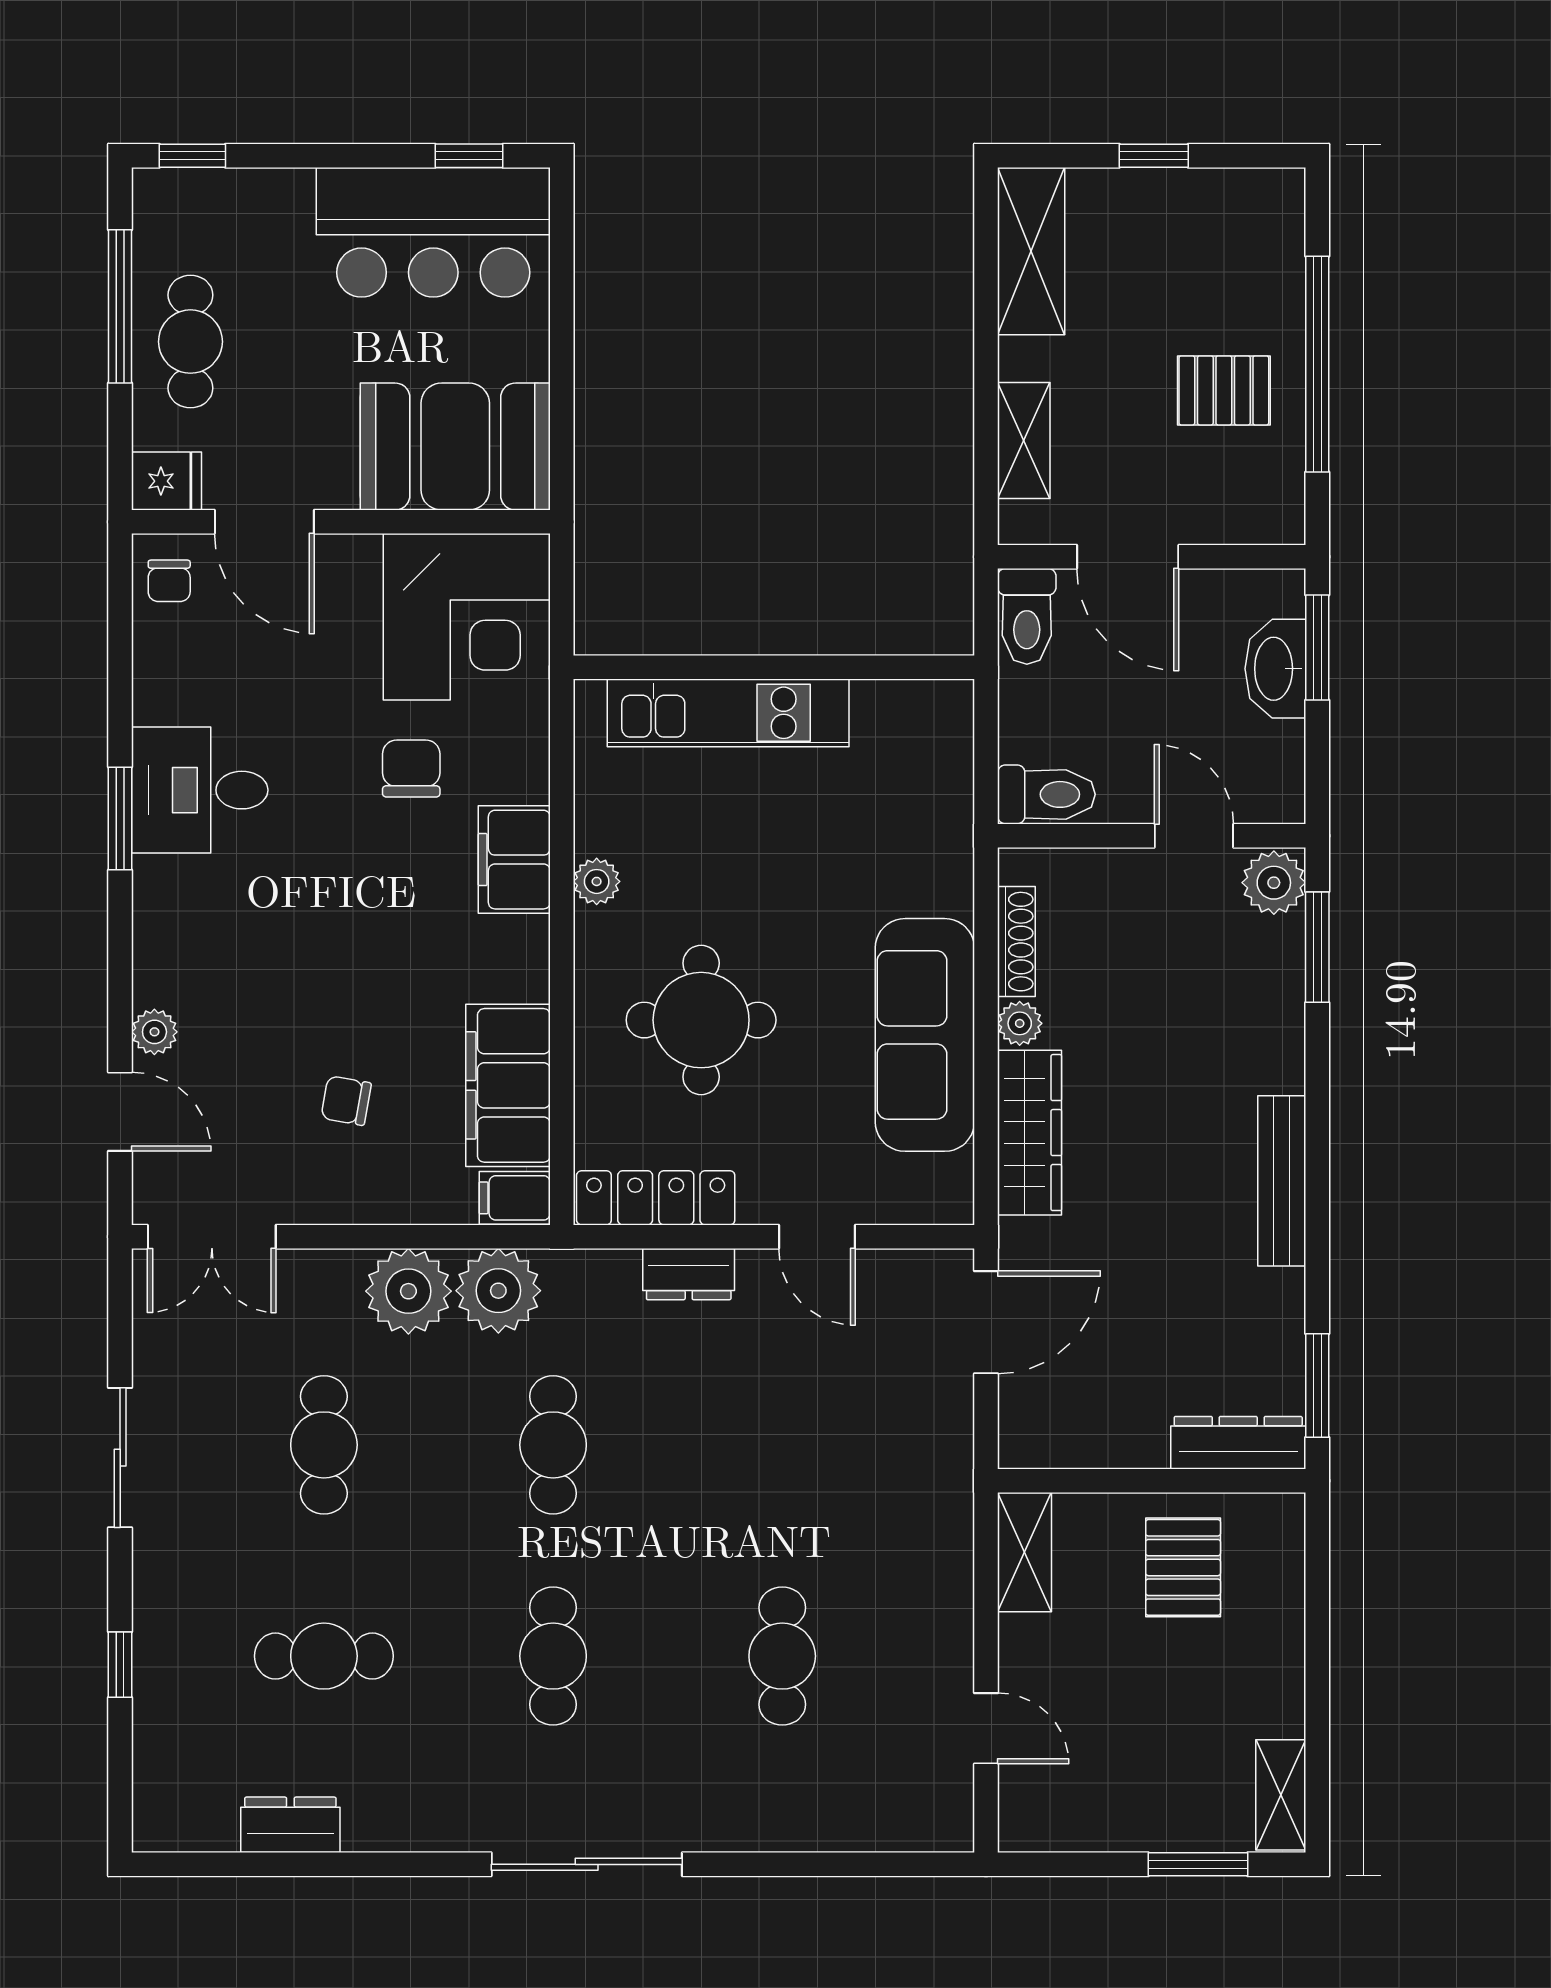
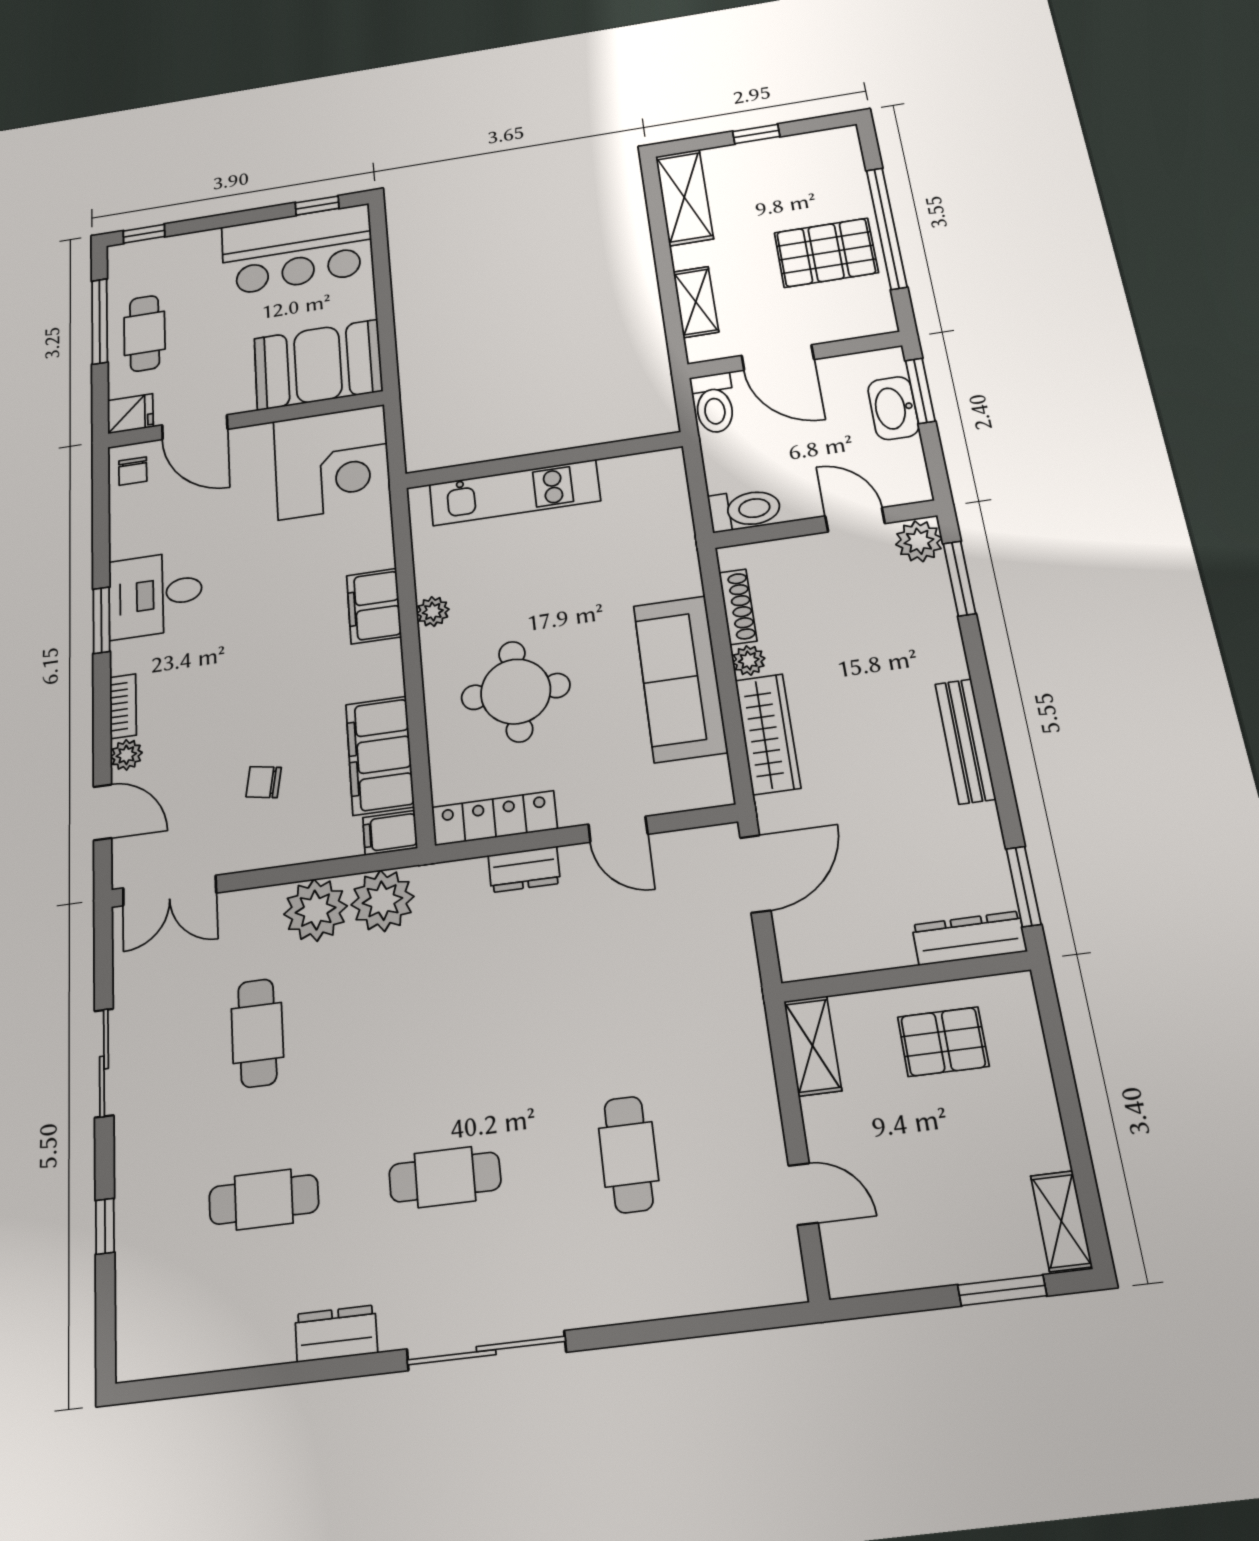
pallet: (1224, 390) -> (826, 253), width x1.50, depth x1.42
chair: (411, 769) -> (299, 559), removed
bookcase: (150, 958) -> (123, 706), added
cafe table: (553, 1445) -> (432, 1010), removed
pallet: (1183, 1567) -> (943, 1042), turned 90
cafe table: (553, 1656) -> (445, 1177), turned 90
dresser: (290, 1825) -> (336, 1334), moved

